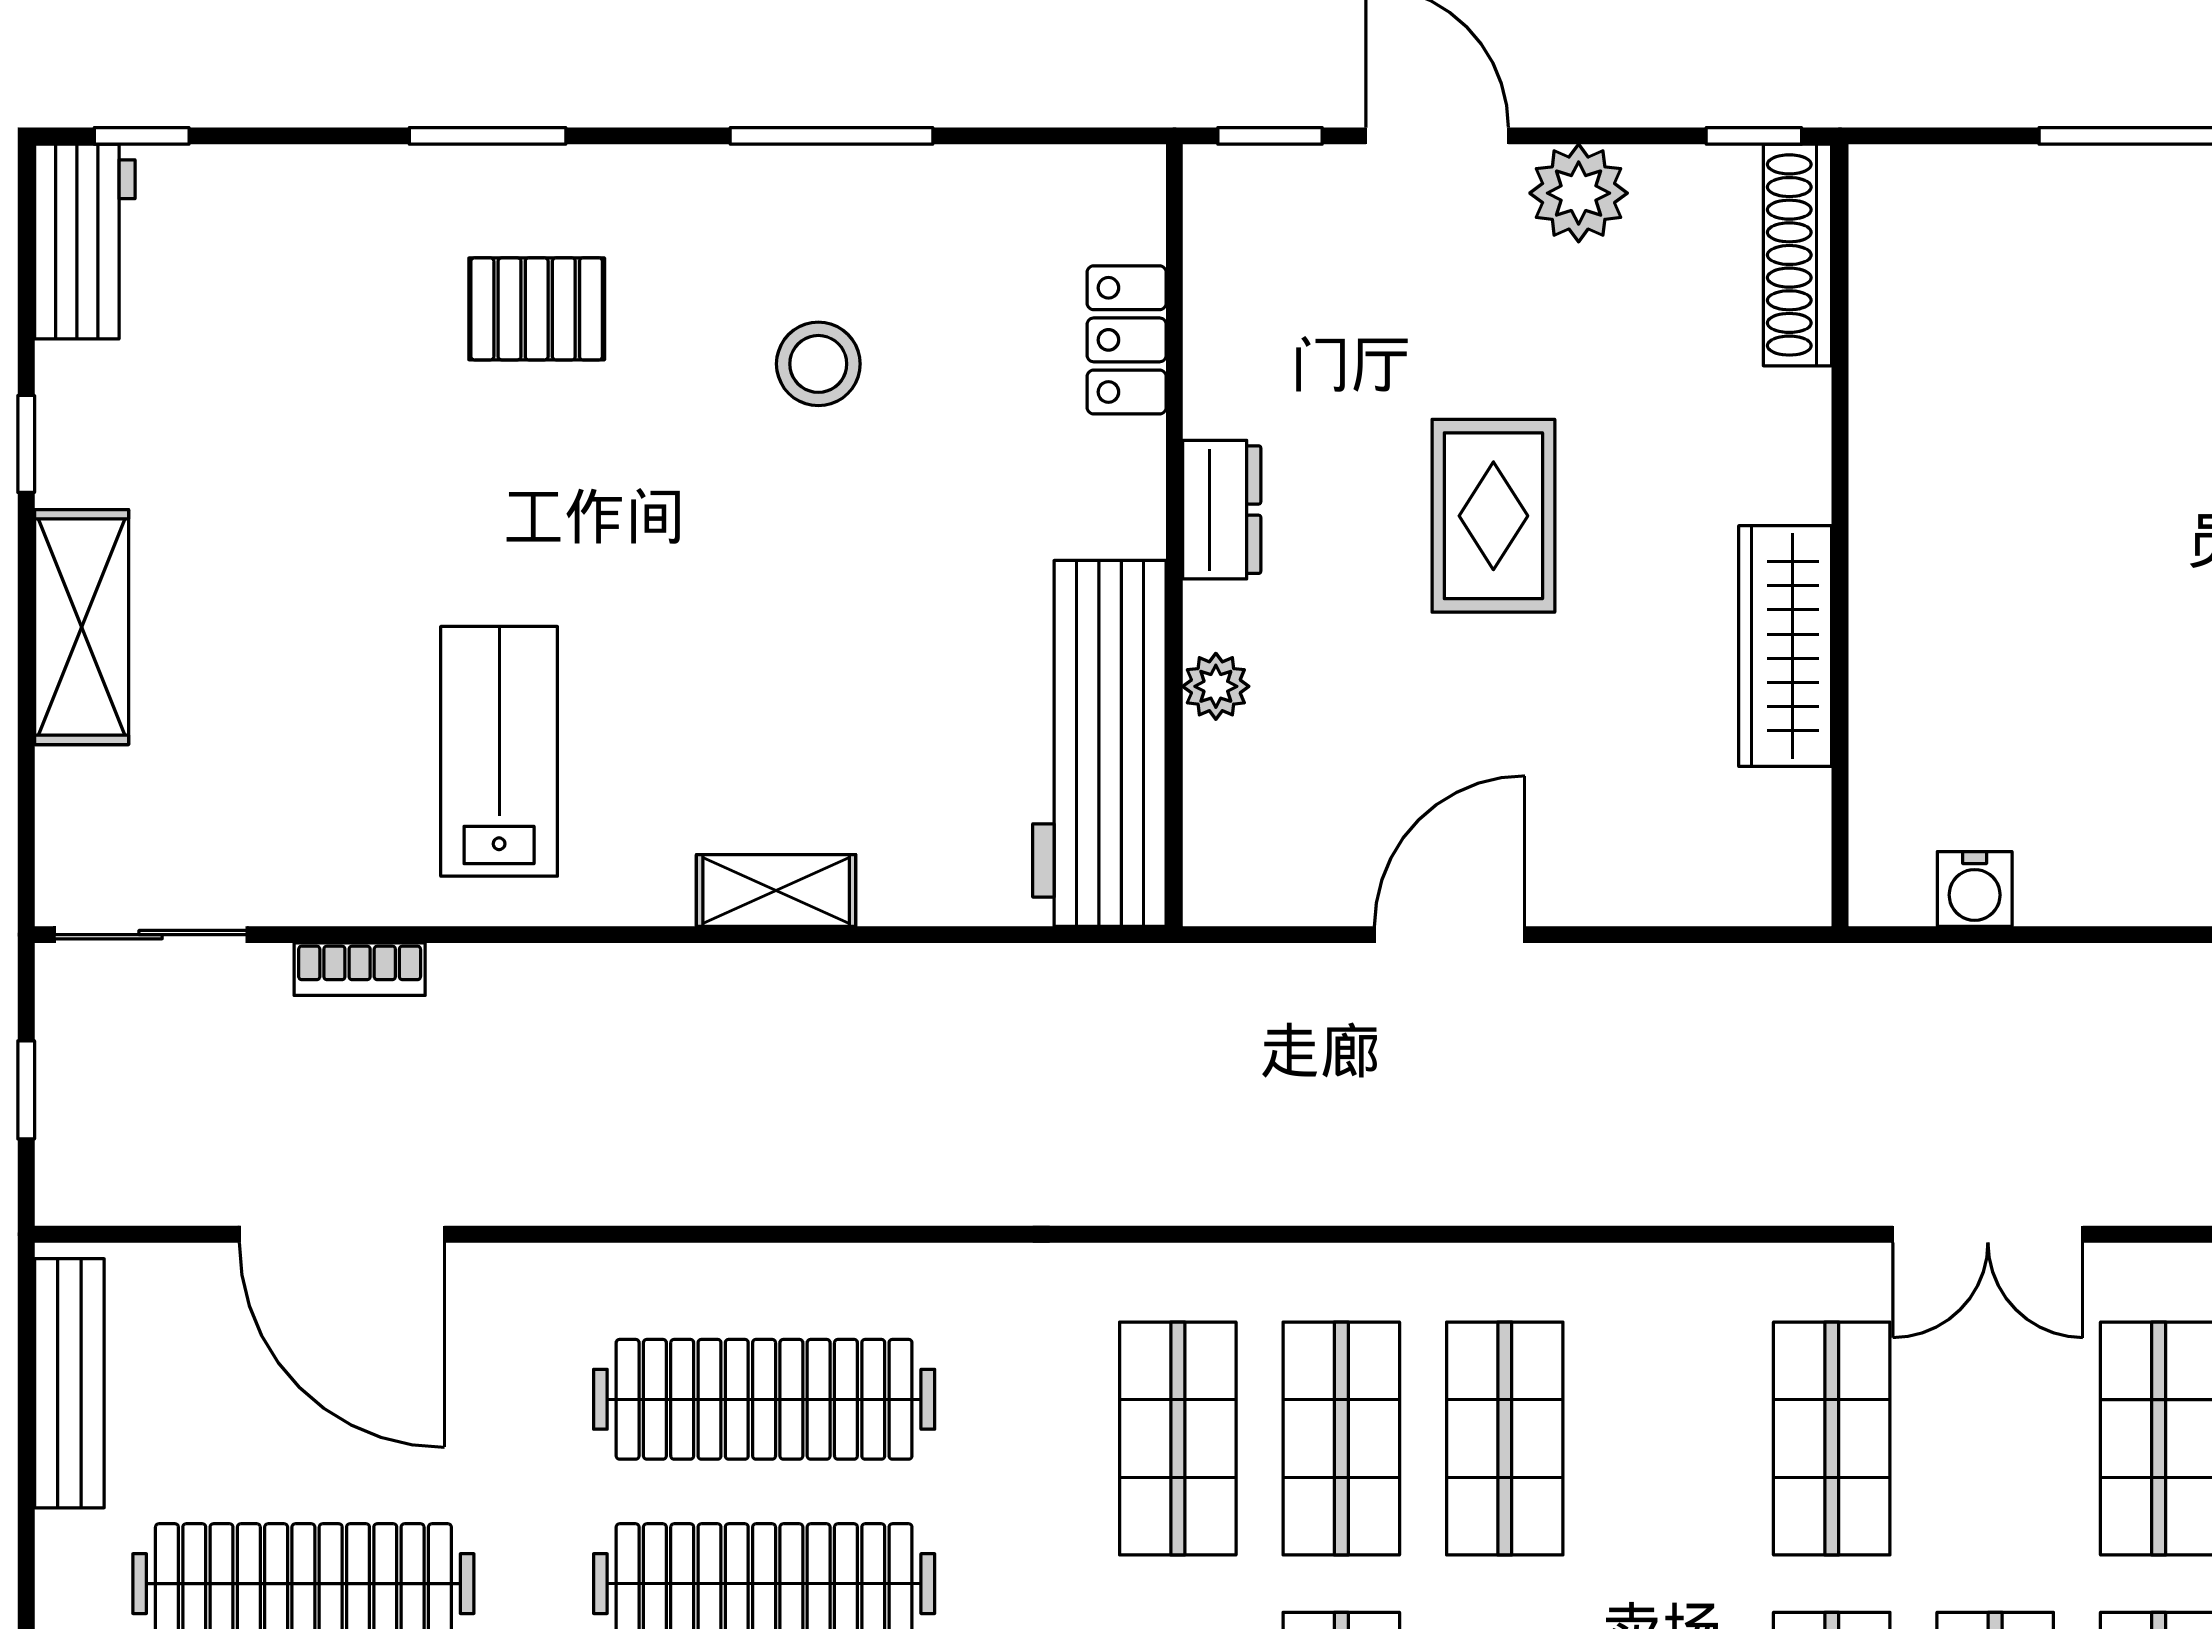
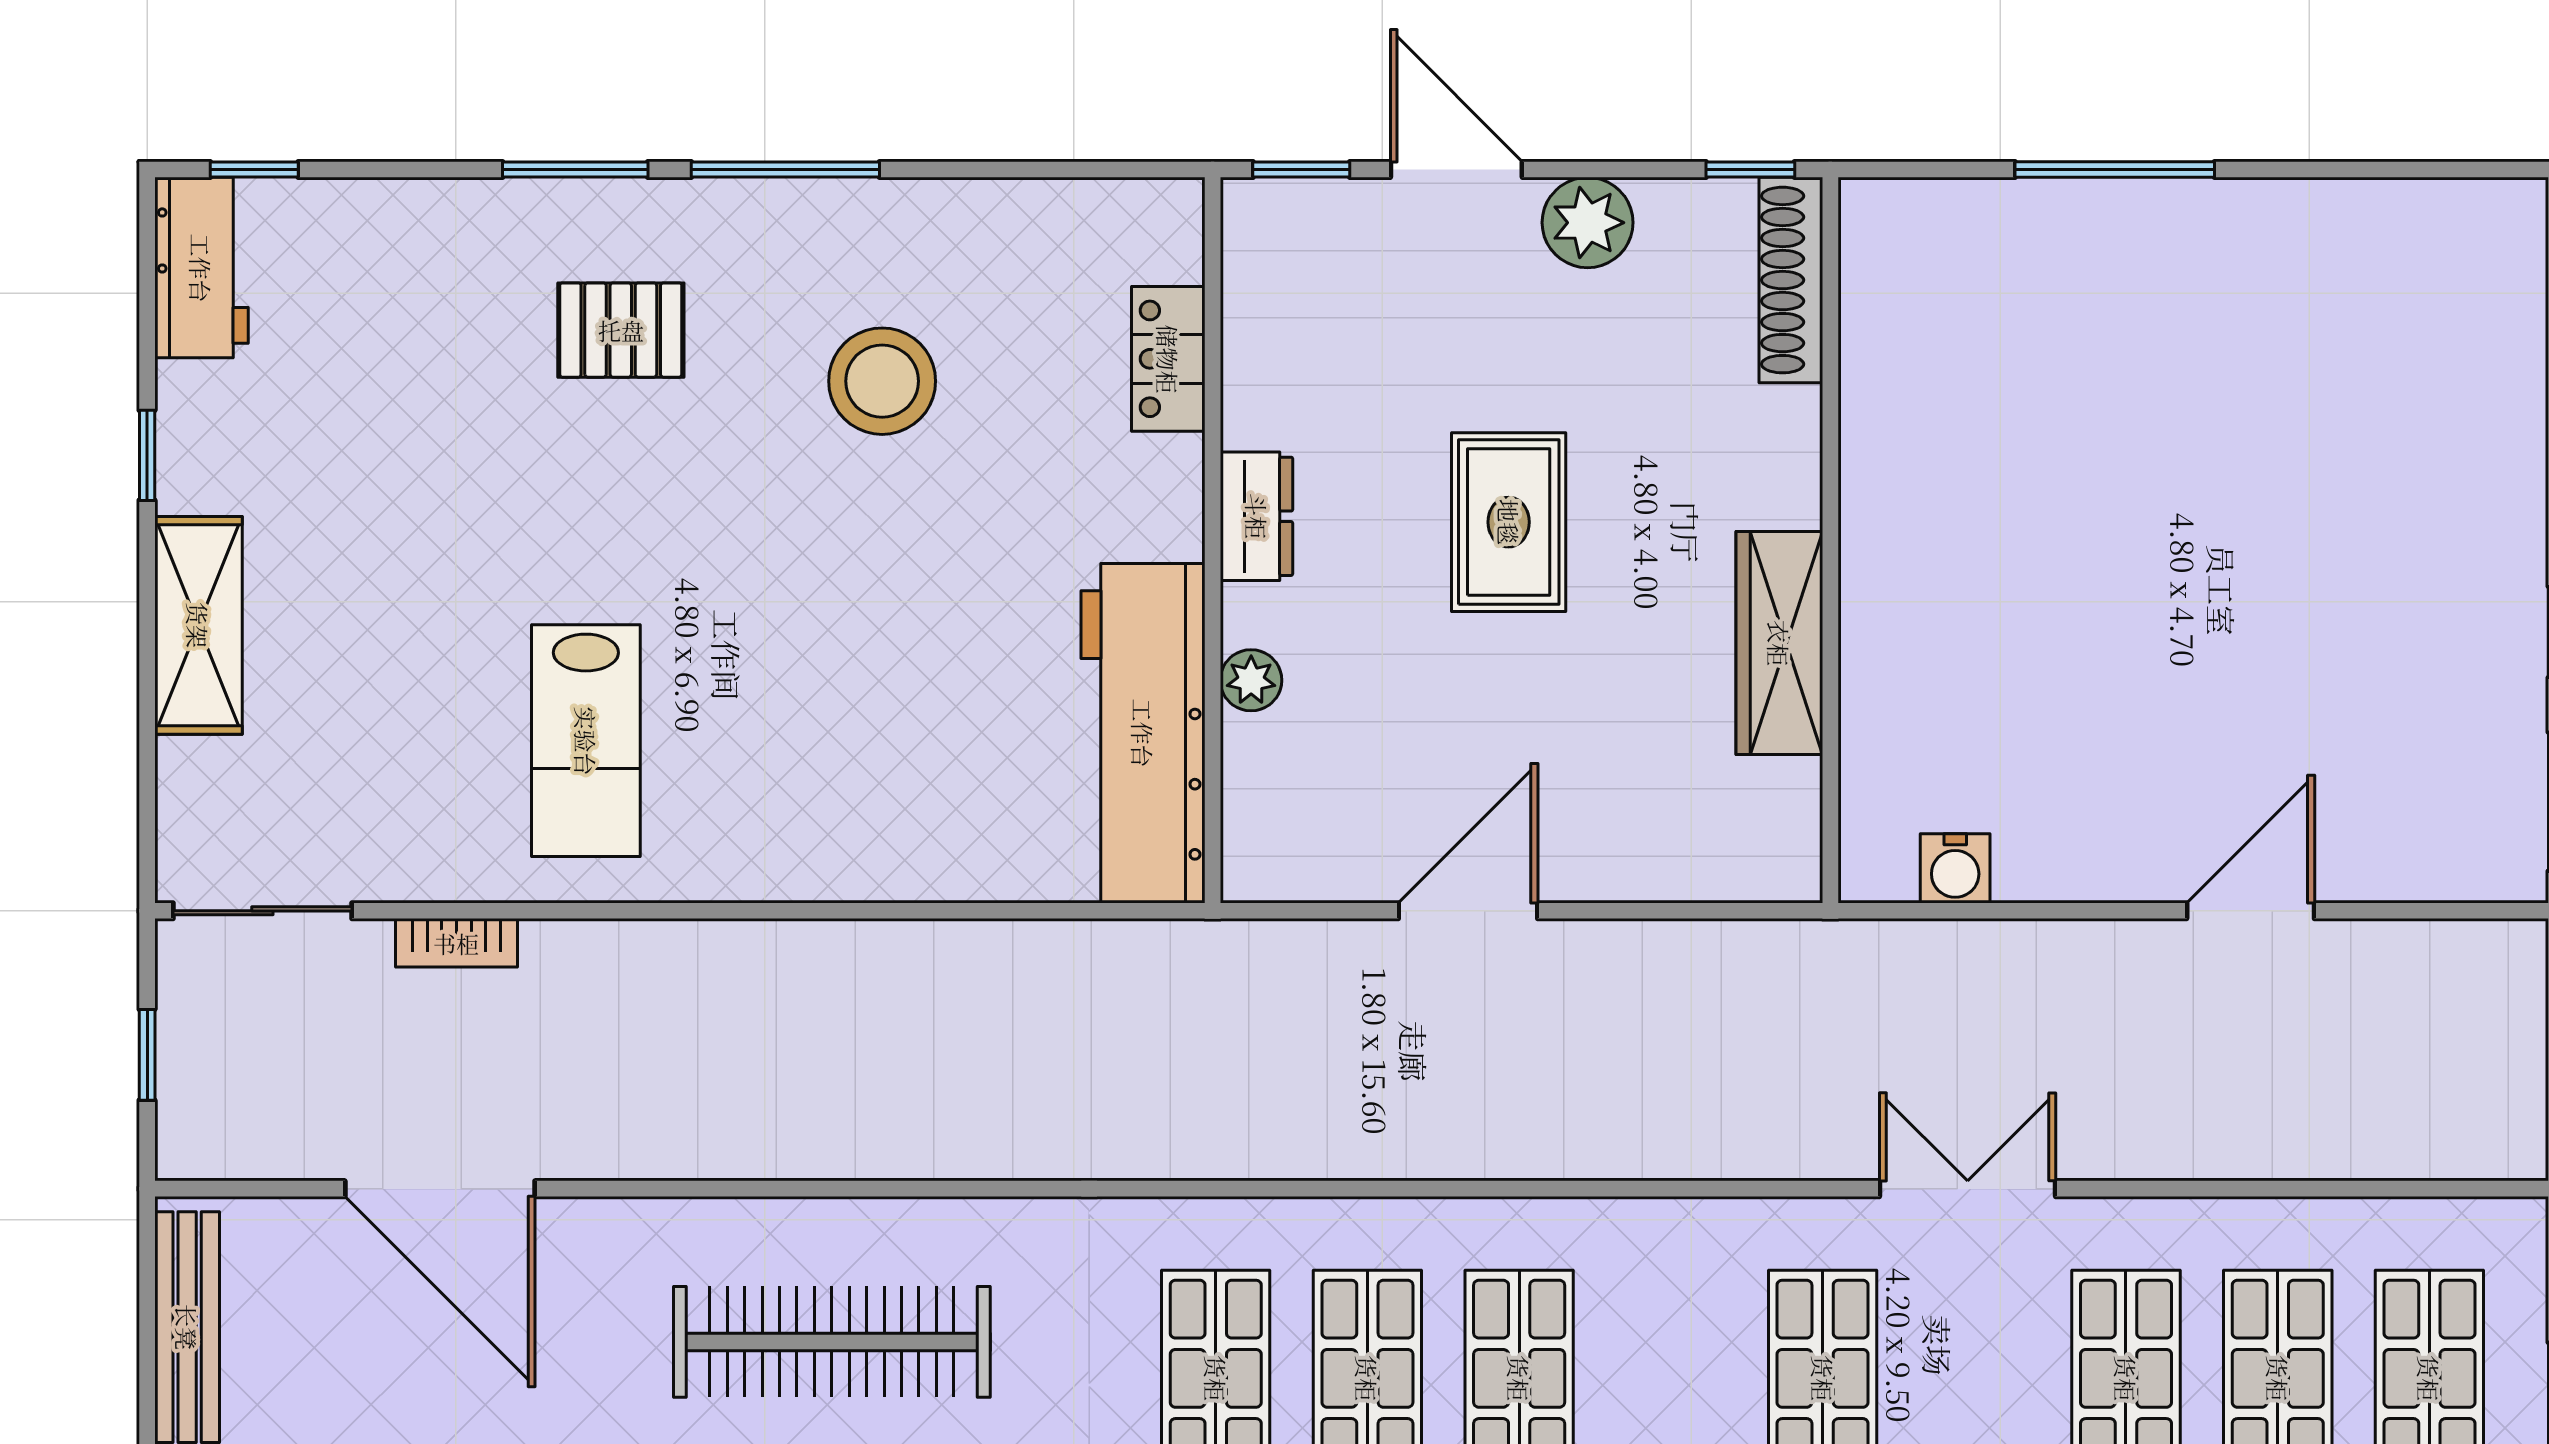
window: (832, 136) -> (785, 170), moved
stool: (818, 364) -> (882, 381), width x1.38, depth x1.38
lab bench: (499, 751) -> (586, 741), turned 180
shelving: (776, 890) -> (843, 870), removed
double door: (1988, 1234) -> (1968, 1189), swing flipped

